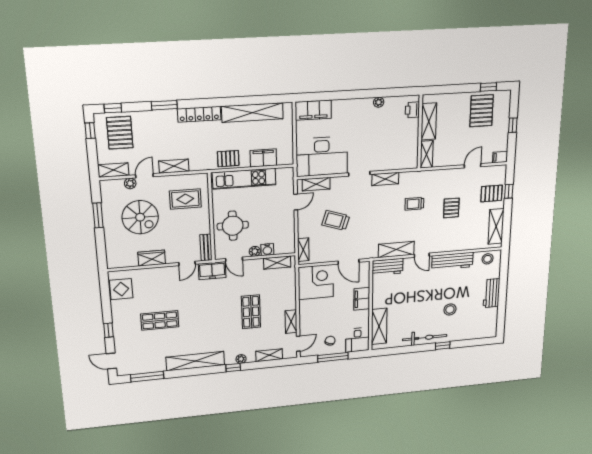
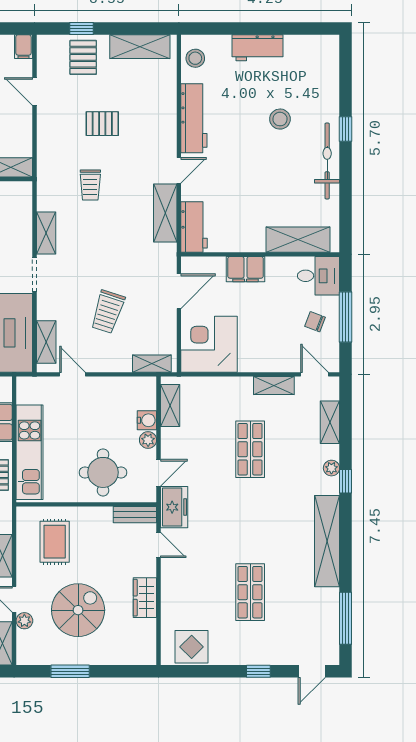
shop shelf: (251, 312) -> (250, 449), turned 90

